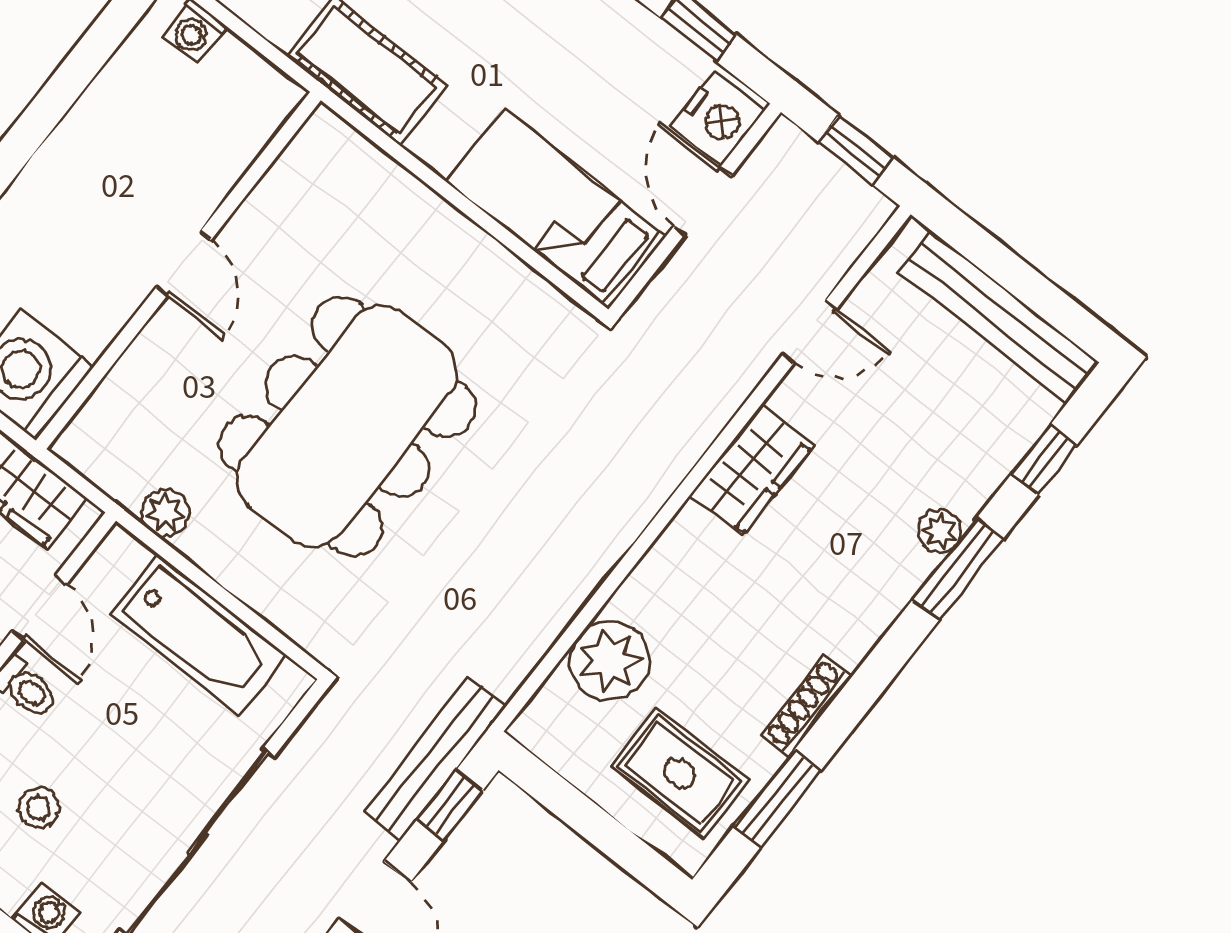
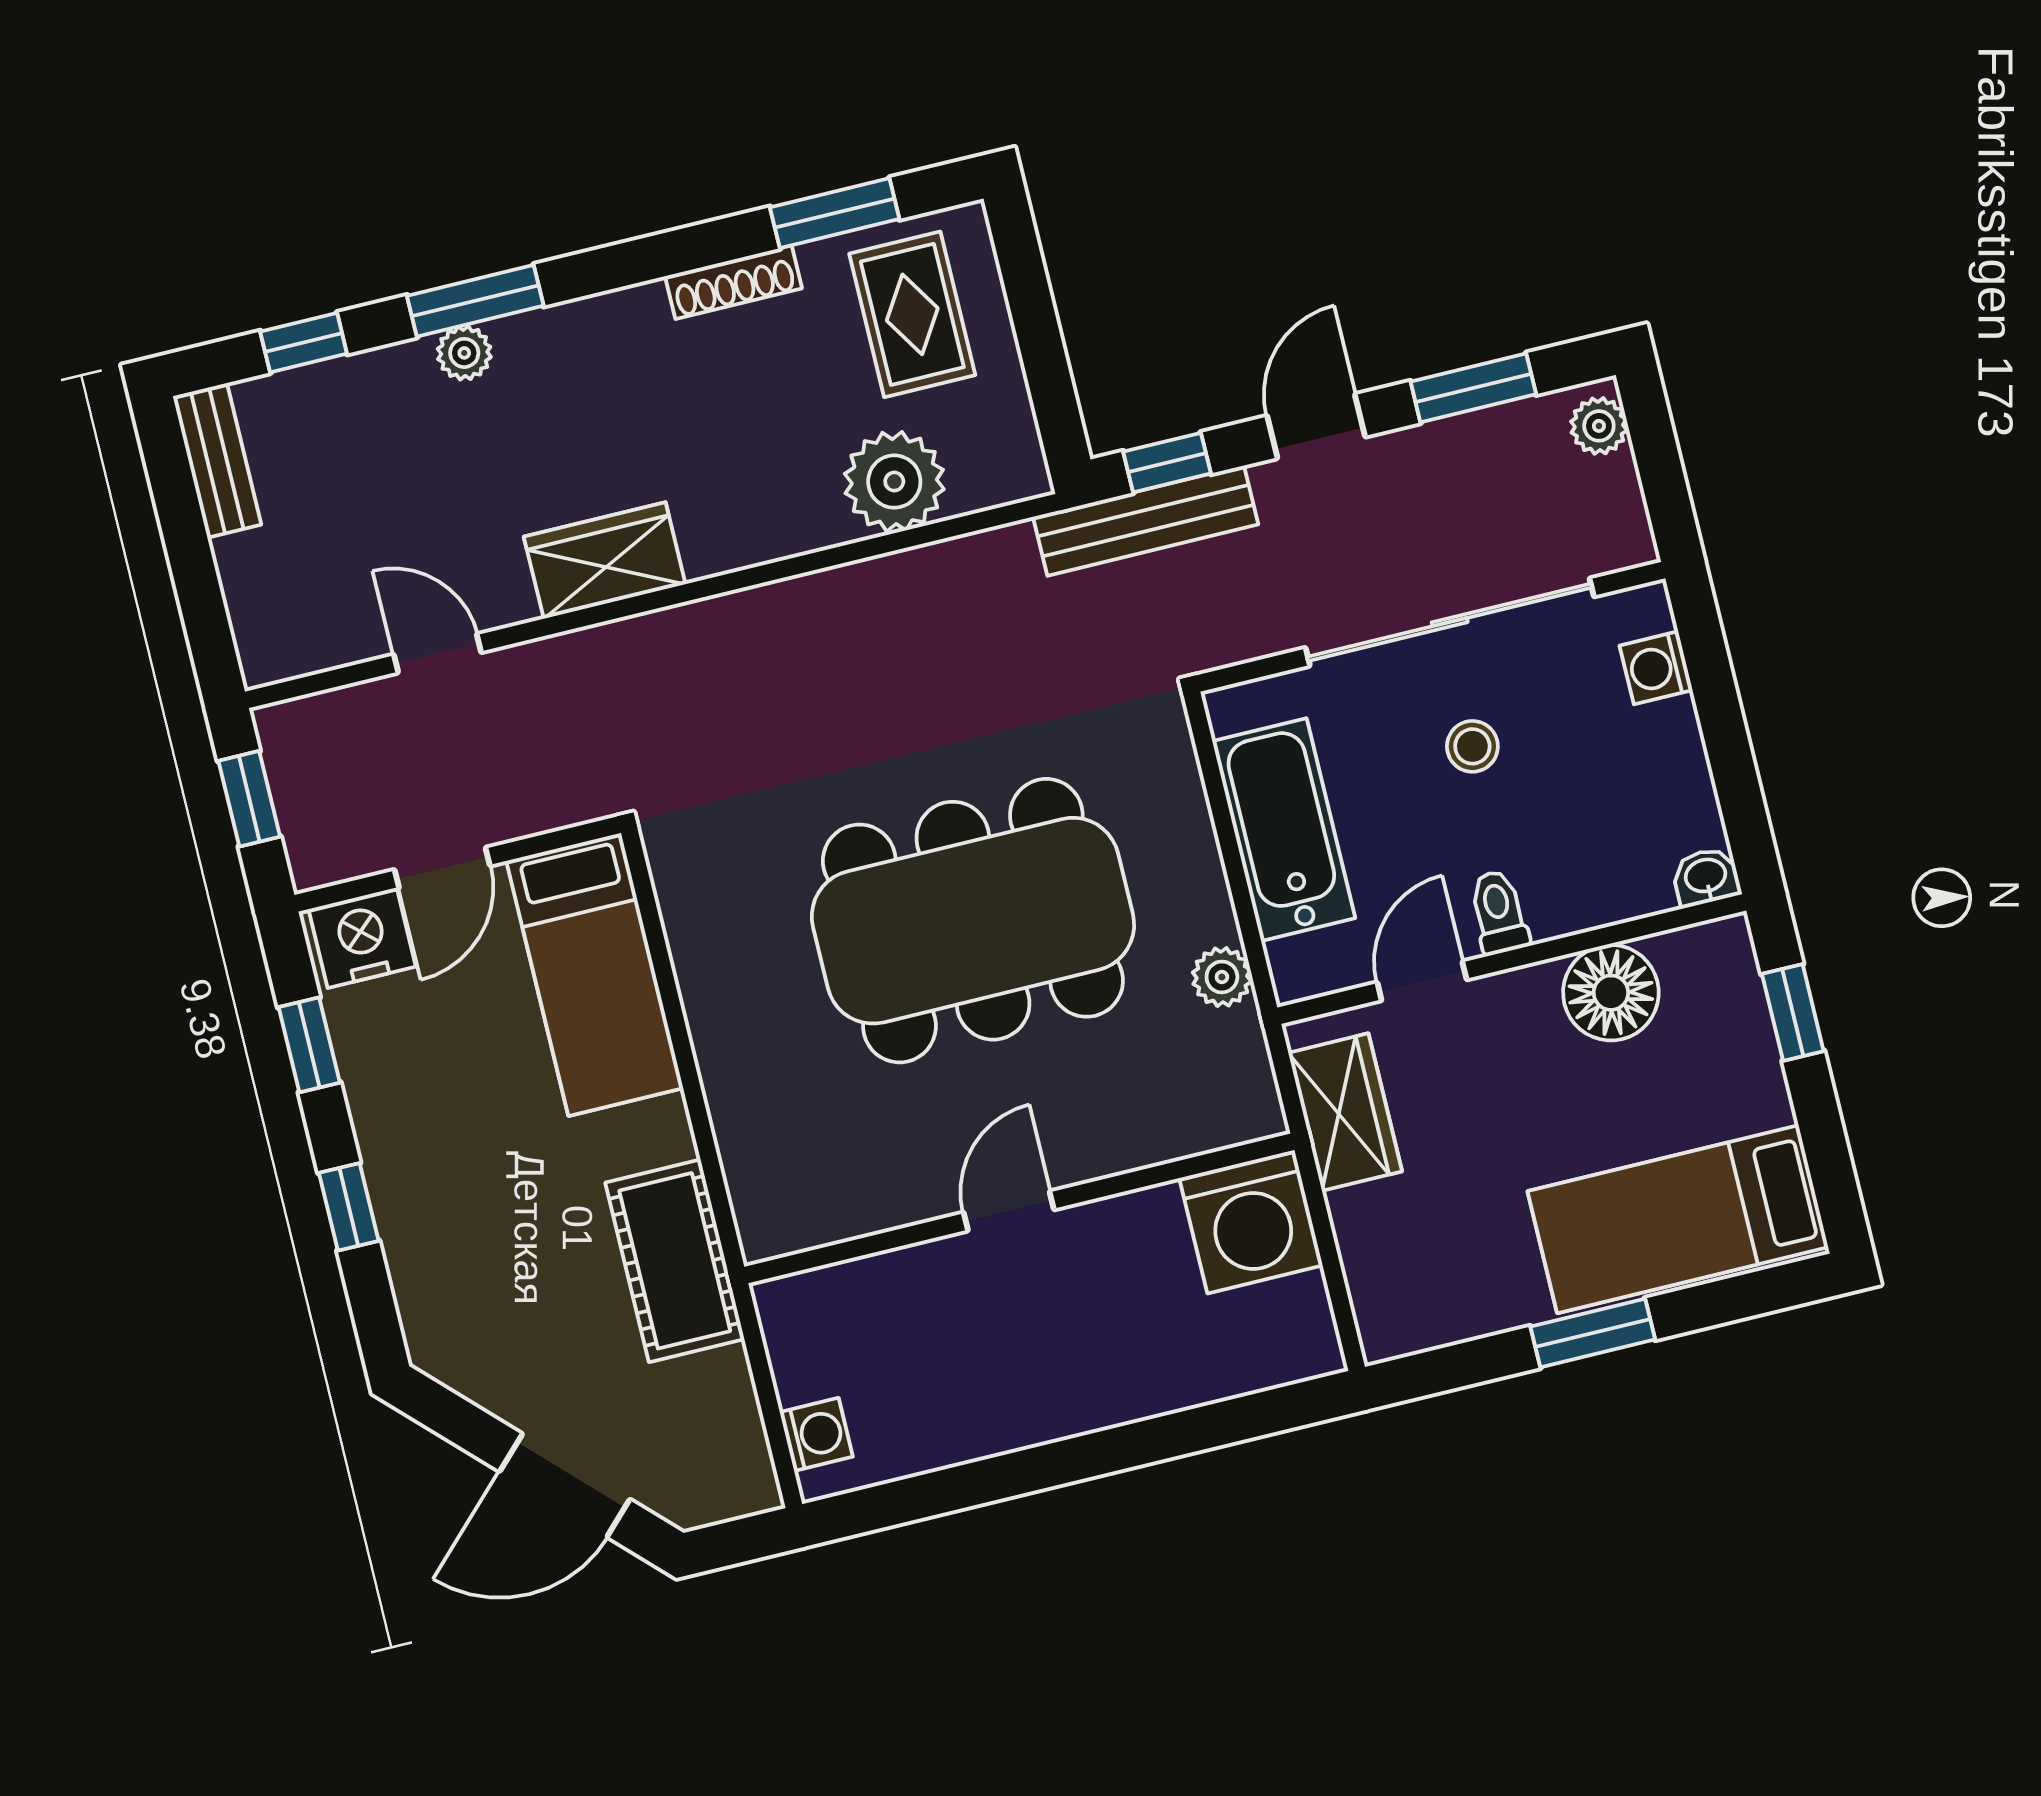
bench: (998, 317) -> (217, 460), width x0.54, depth x0.82
stool: (39, 808) -> (1472, 746), moved

